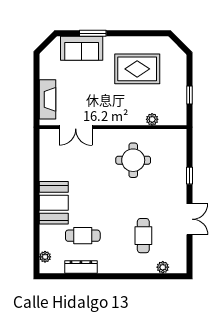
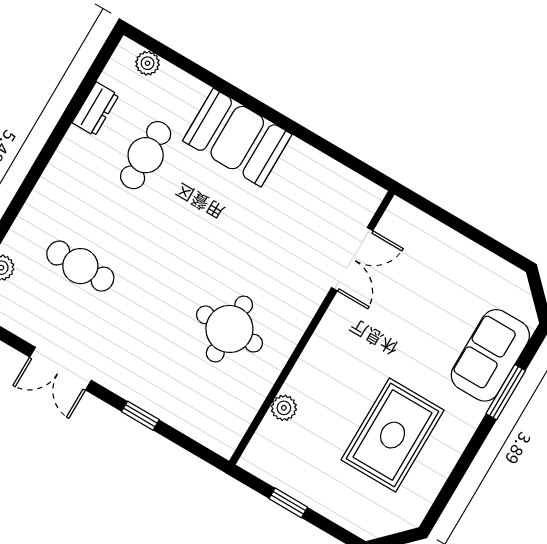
fireplace: (48, 99) -> (433, 238), removed
double door: (76, 127) -> (352, 259), swing flipped
dresser: (81, 267) -> (95, 109), width x0.70

